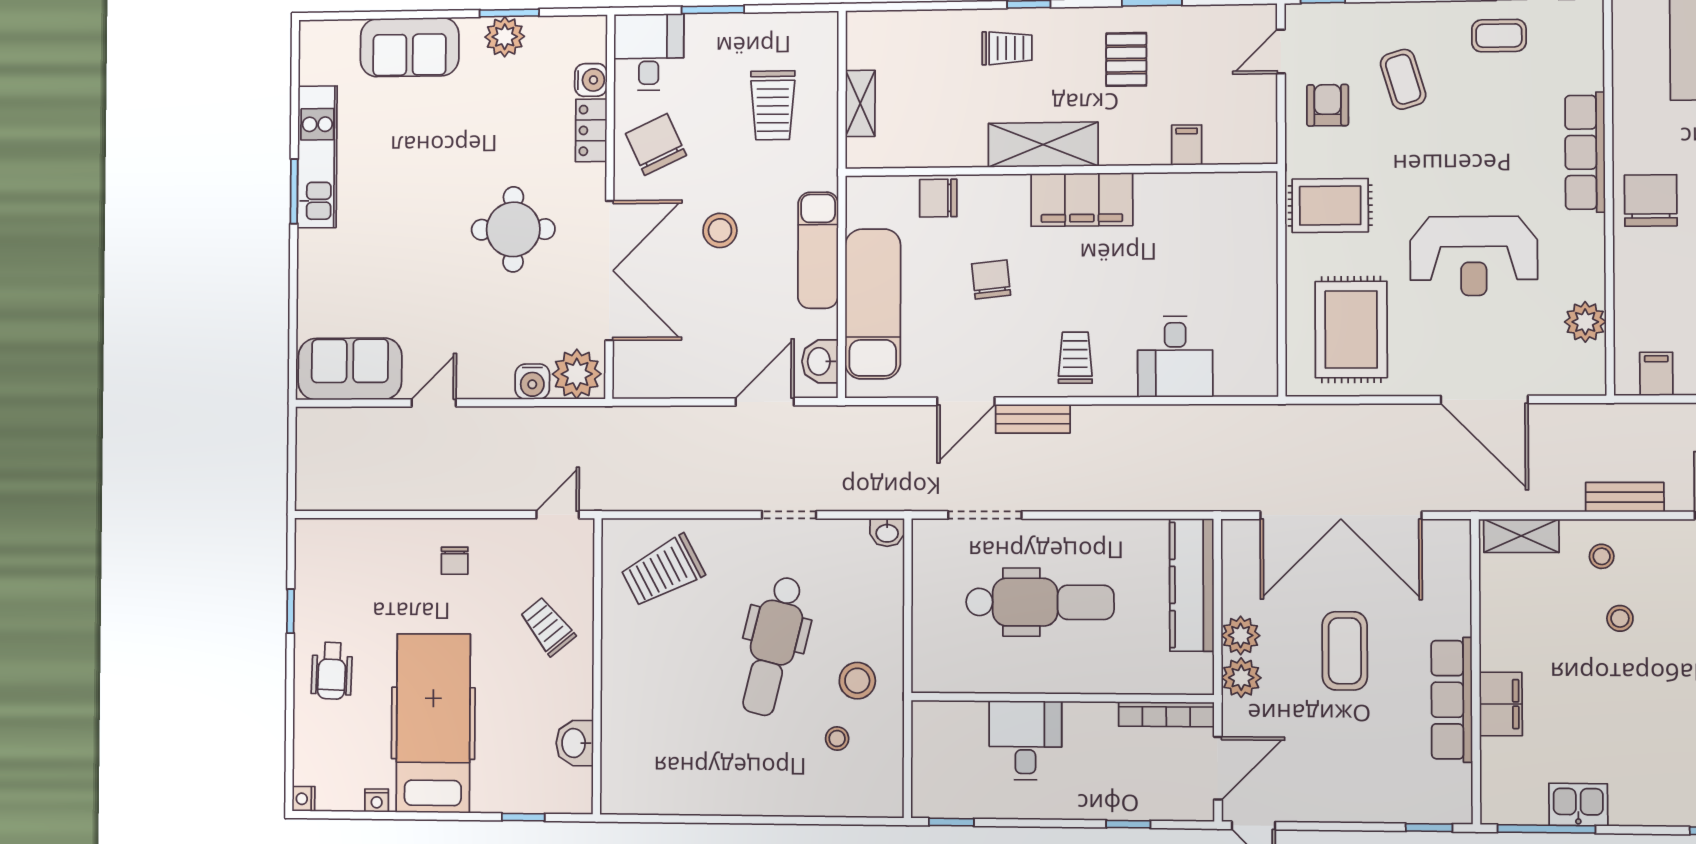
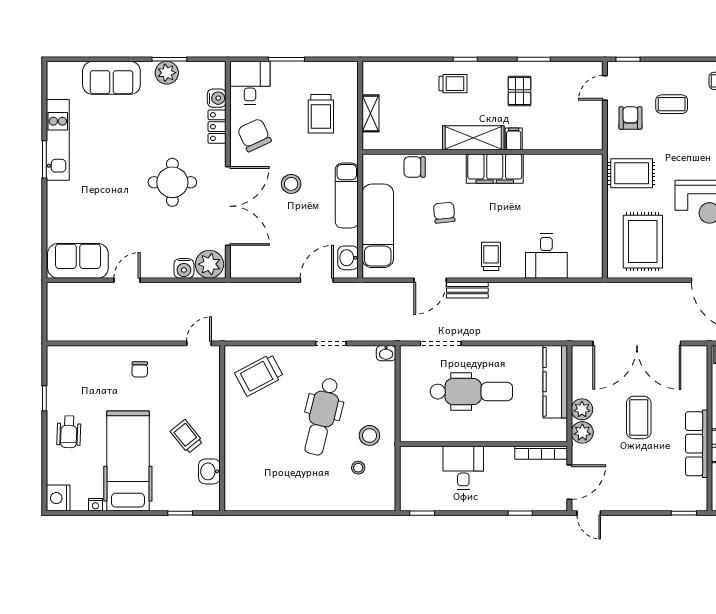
coffee table: (1403, 79) -> (672, 104), turned -73
filing cabinet: (1187, 145) -> (514, 139), moved
trolley: (548, 626) -> (187, 436), moved
nightstand: (304, 799) -> (58, 498), width x1.89, depth x1.79

